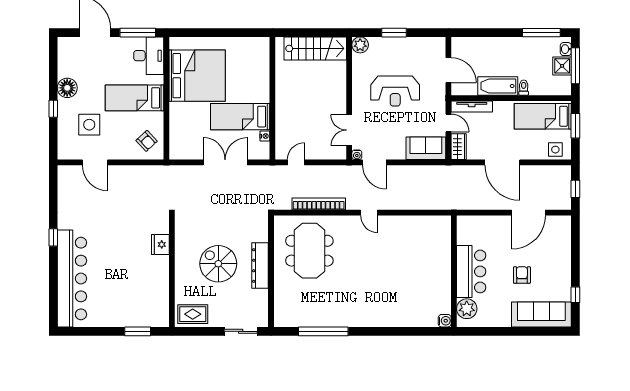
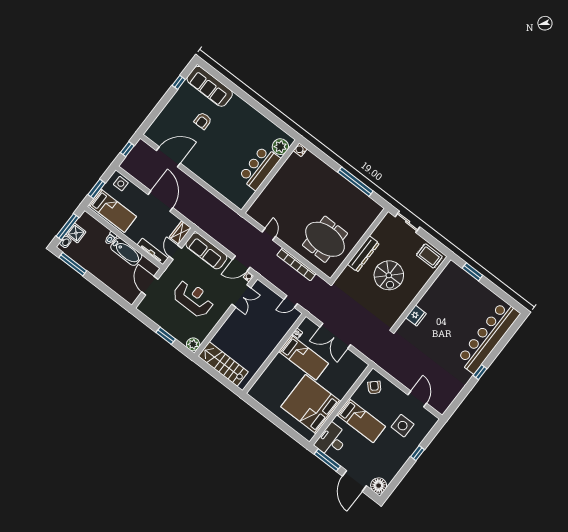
floor lamp: (67, 88) -> (379, 486), moved
sofa: (426, 148) -> (206, 251), width x1.36
door: (374, 162) -> (241, 263), swing flipped
meeting table: (309, 251) -> (325, 239), turned 90
wall: (454, 271) -> (270, 176), moved
bar counter: (471, 271) -> (259, 168), moved
plant: (467, 309) -> (280, 147), moved
water cooler: (445, 321) -> (300, 150), moved

